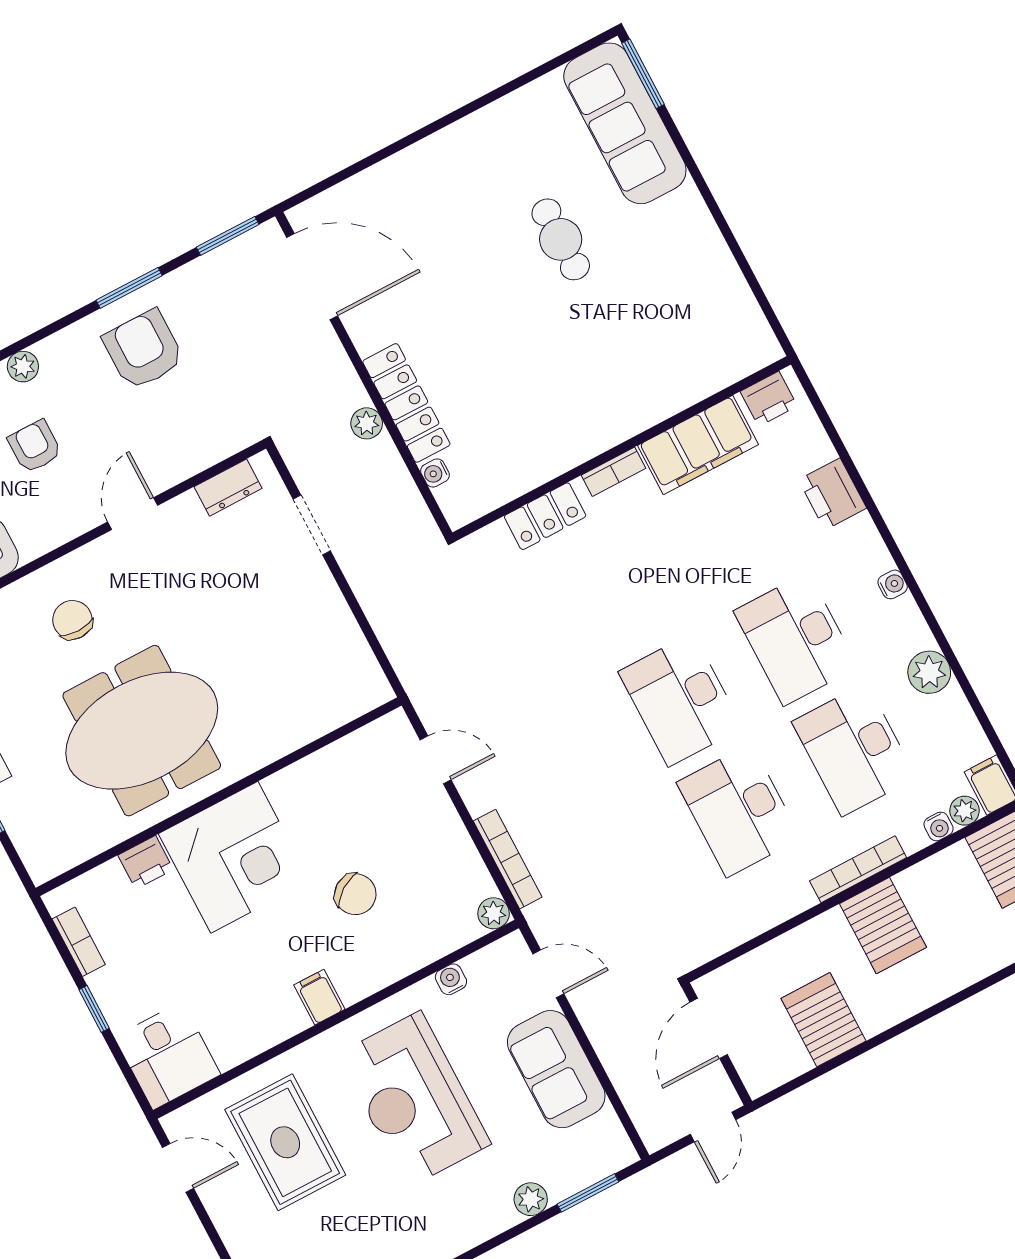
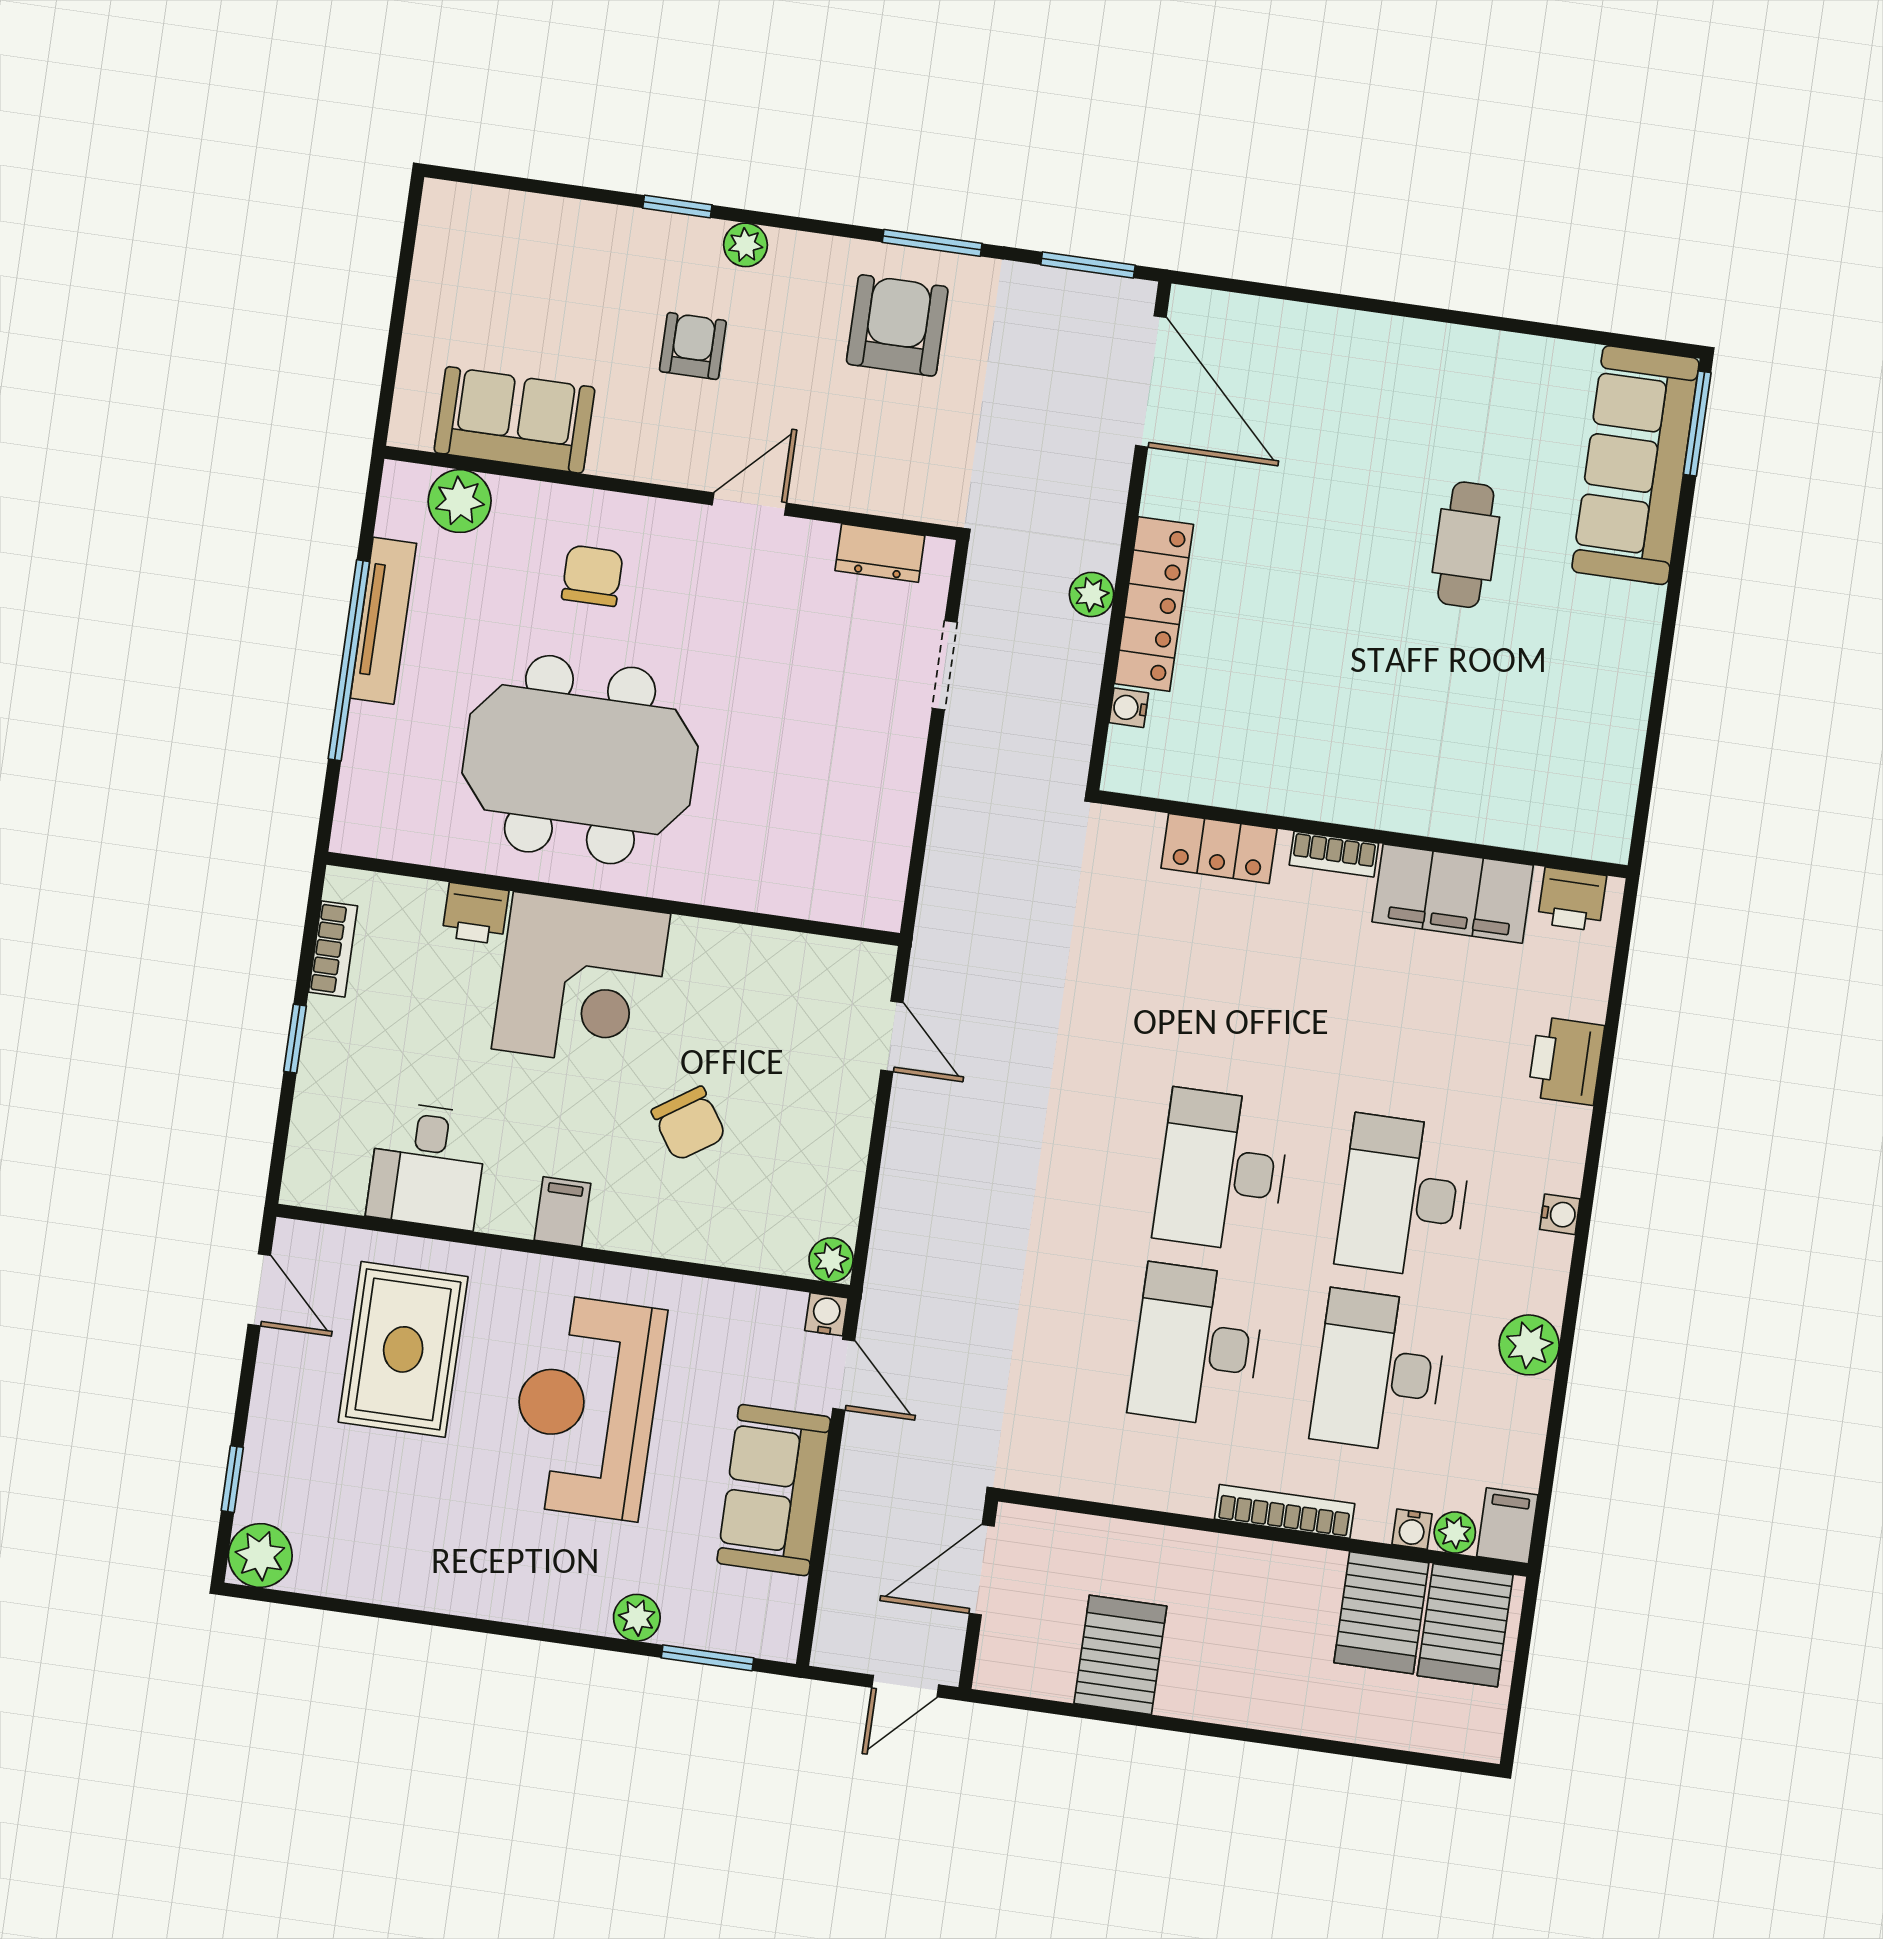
bookcase: (508, 859) -> (892, 1210), removed
server rack: (883, 926) -> (1381, 1613), moved
water cooler: (451, 979) -> (826, 1314), moved
desk: (168, 1056) -> (427, 1165), moved

